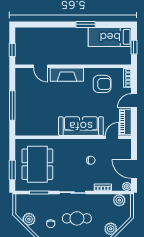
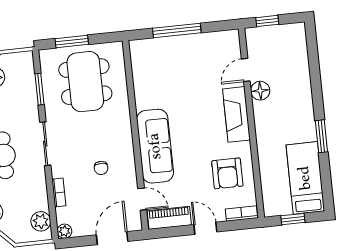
floor lamp: (54, 59) -> (260, 91), added
dining table: (37, 164) -> (85, 82), turned 90
door: (134, 169) -> (112, 238), moved

